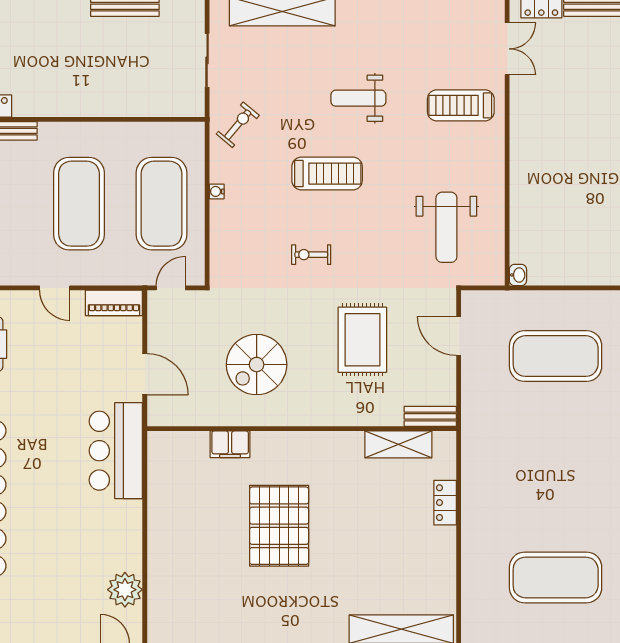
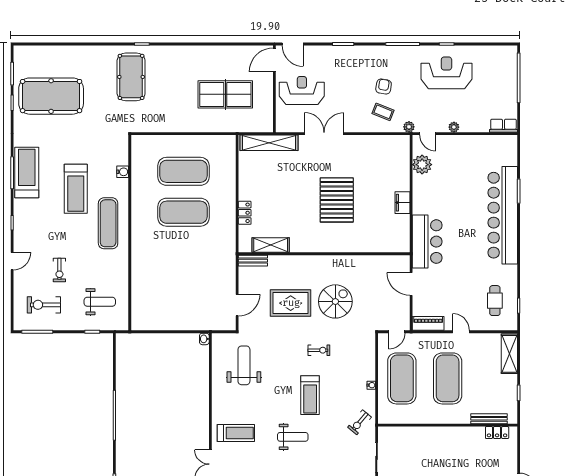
treadmill: (327, 174) -> (310, 395), turned -90
door: (459, 336) -> (237, 305), hinge flipped
rug: (362, 340) -> (291, 303), turned 90
exercise mat: (556, 356) -> (183, 212), moved
spiral stairs: (257, 365) -> (335, 301), moved
filing cabinet: (230, 444) -> (402, 203), moved, turned -90

